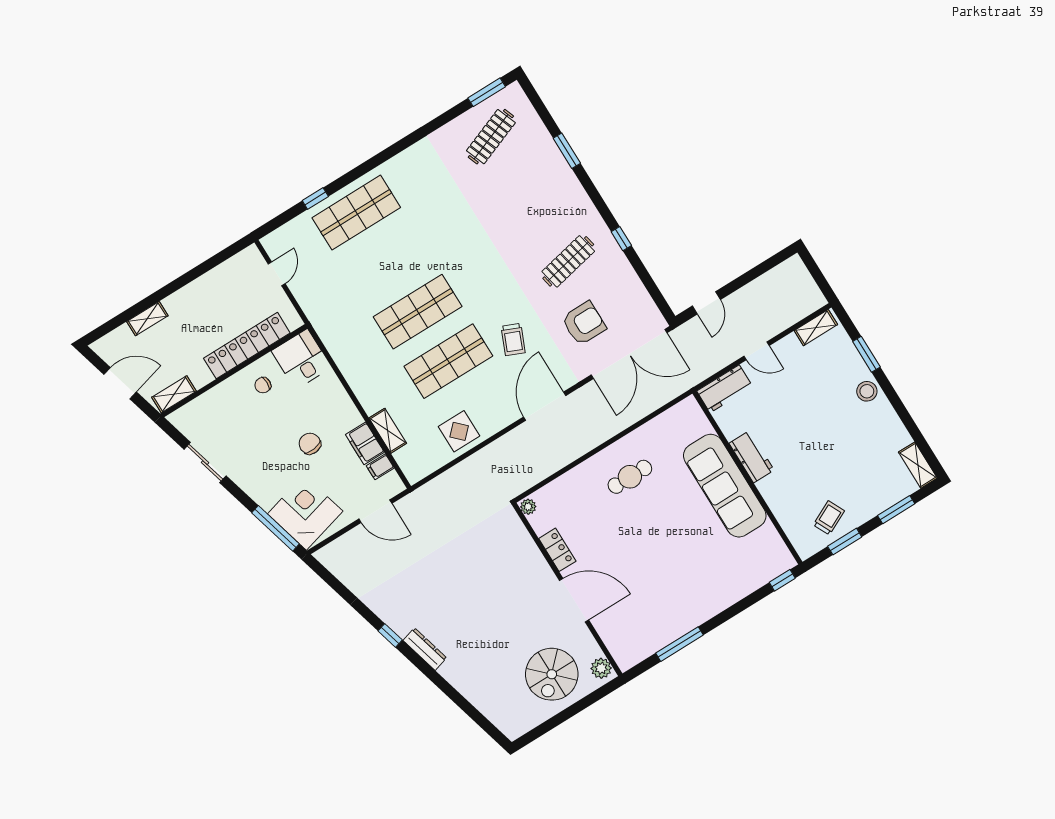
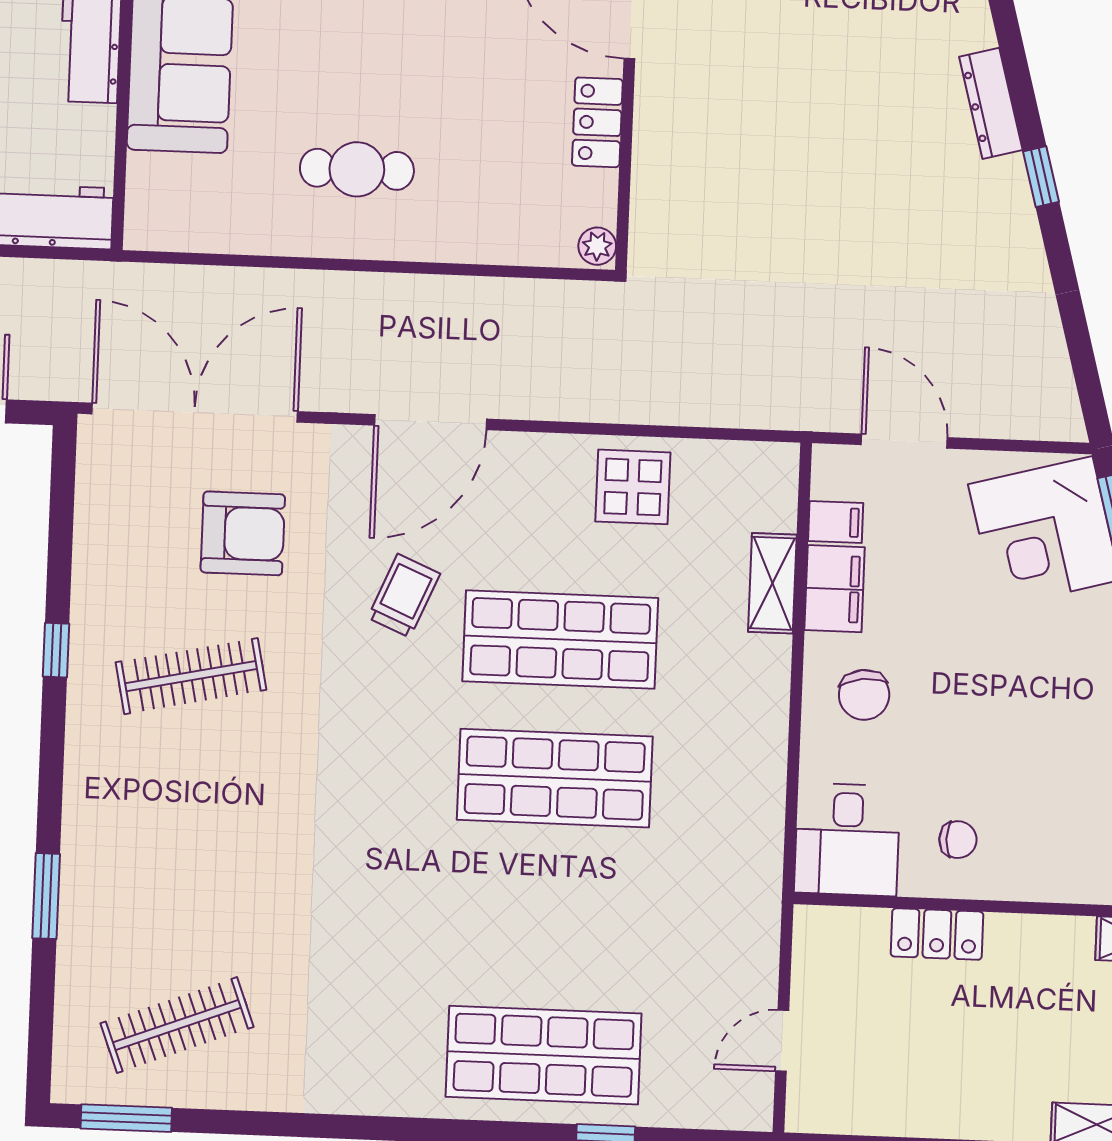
armchair: (584, 323) -> (243, 533), turned 180
locker: (247, 346) -> (937, 934), width x0.46, depth x0.83
chair: (310, 444) -> (864, 695), moved

